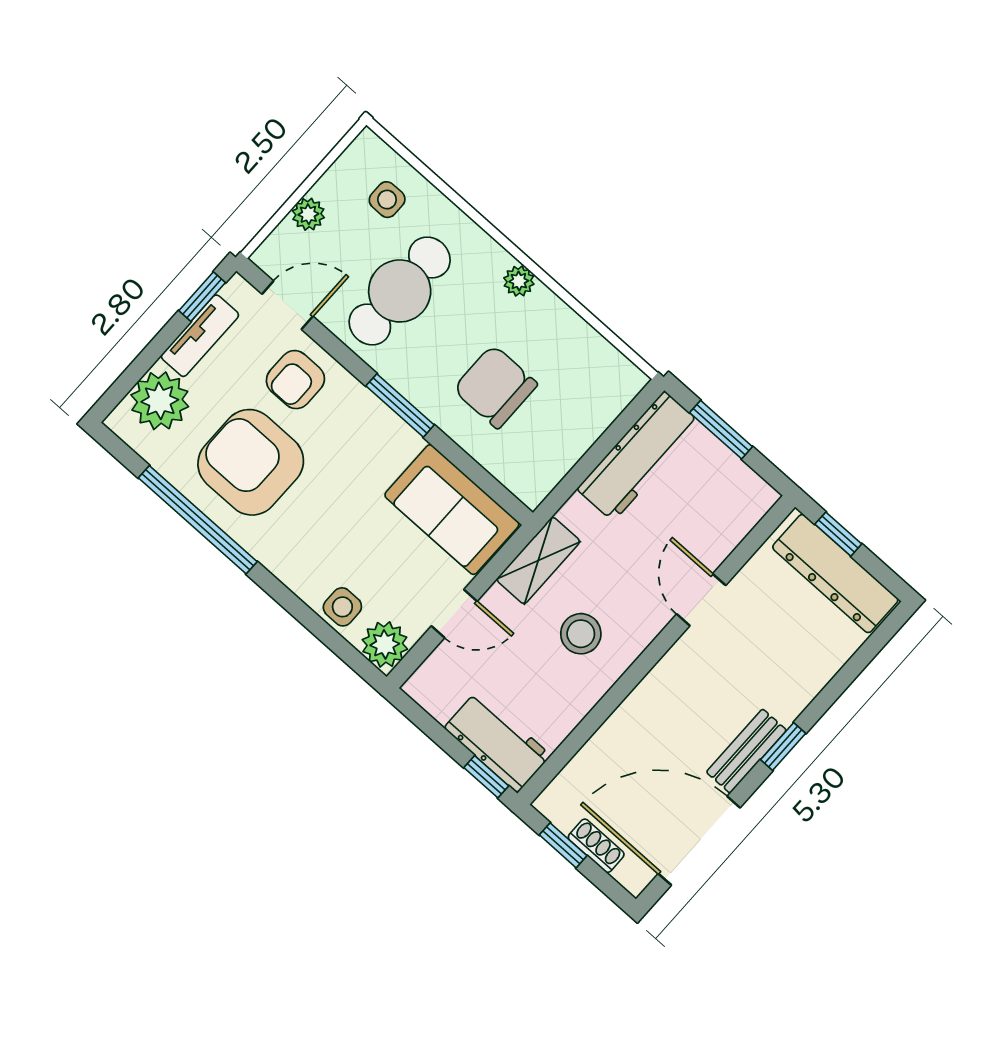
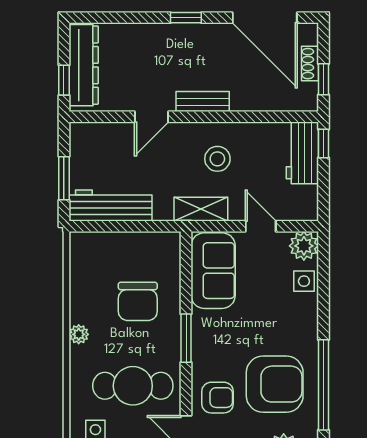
armchair: (251, 462) -> (275, 384), turned -90
bench: (746, 751) -> (203, 102), moved

